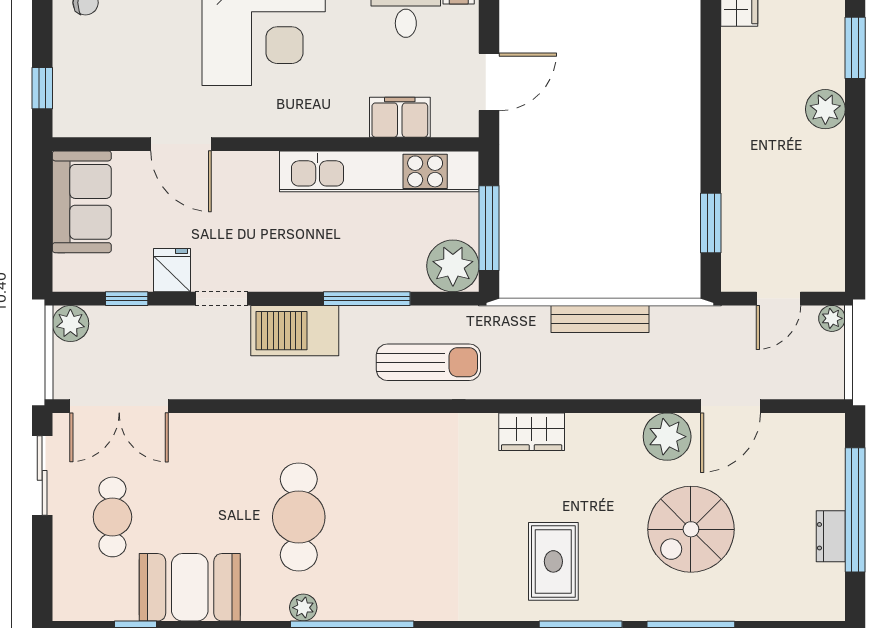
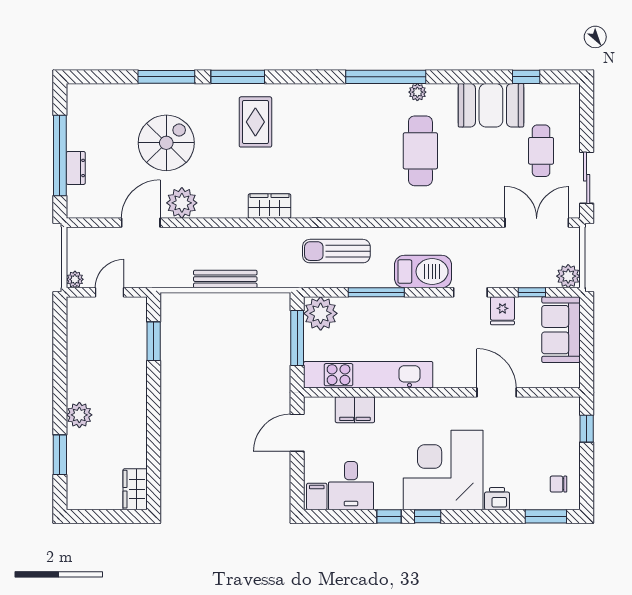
sofa: (82, 202) -> (561, 330), moved
dresser: (831, 536) -> (76, 168), moved

